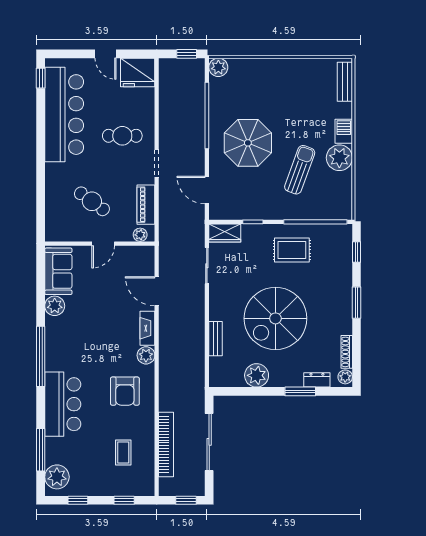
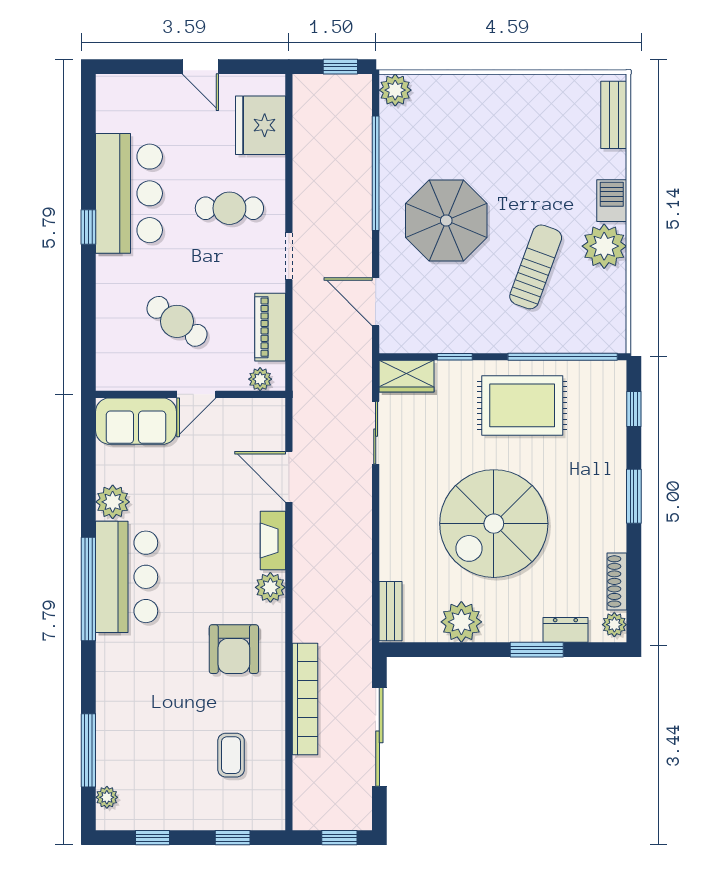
fridge: (138, 72) -> (261, 125), moved, turned 90
window: (41, 78) -> (88, 227), moved
bar counter: (64, 115) -> (129, 193), width x0.73
rug: (292, 250) -> (522, 405), width x1.36, depth x1.43
sofa: (58, 271) -> (136, 421), moved, turned 90
bench: (216, 339) -> (390, 611), moved
bar counter: (63, 404) -> (127, 577), moved
bookcase: (166, 444) -> (305, 699), moved
plant: (57, 477) -> (107, 797), width x0.53, depth x0.53

